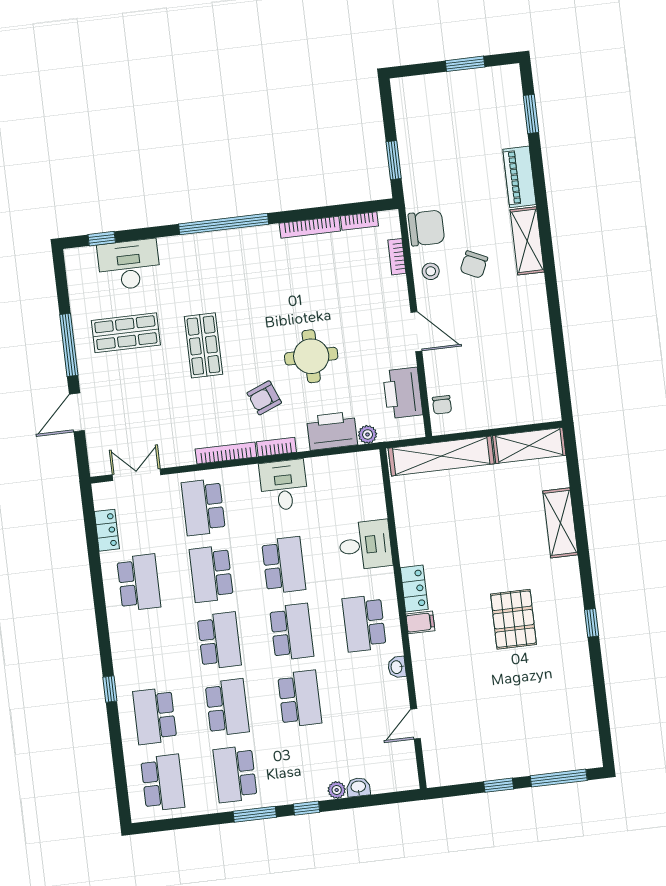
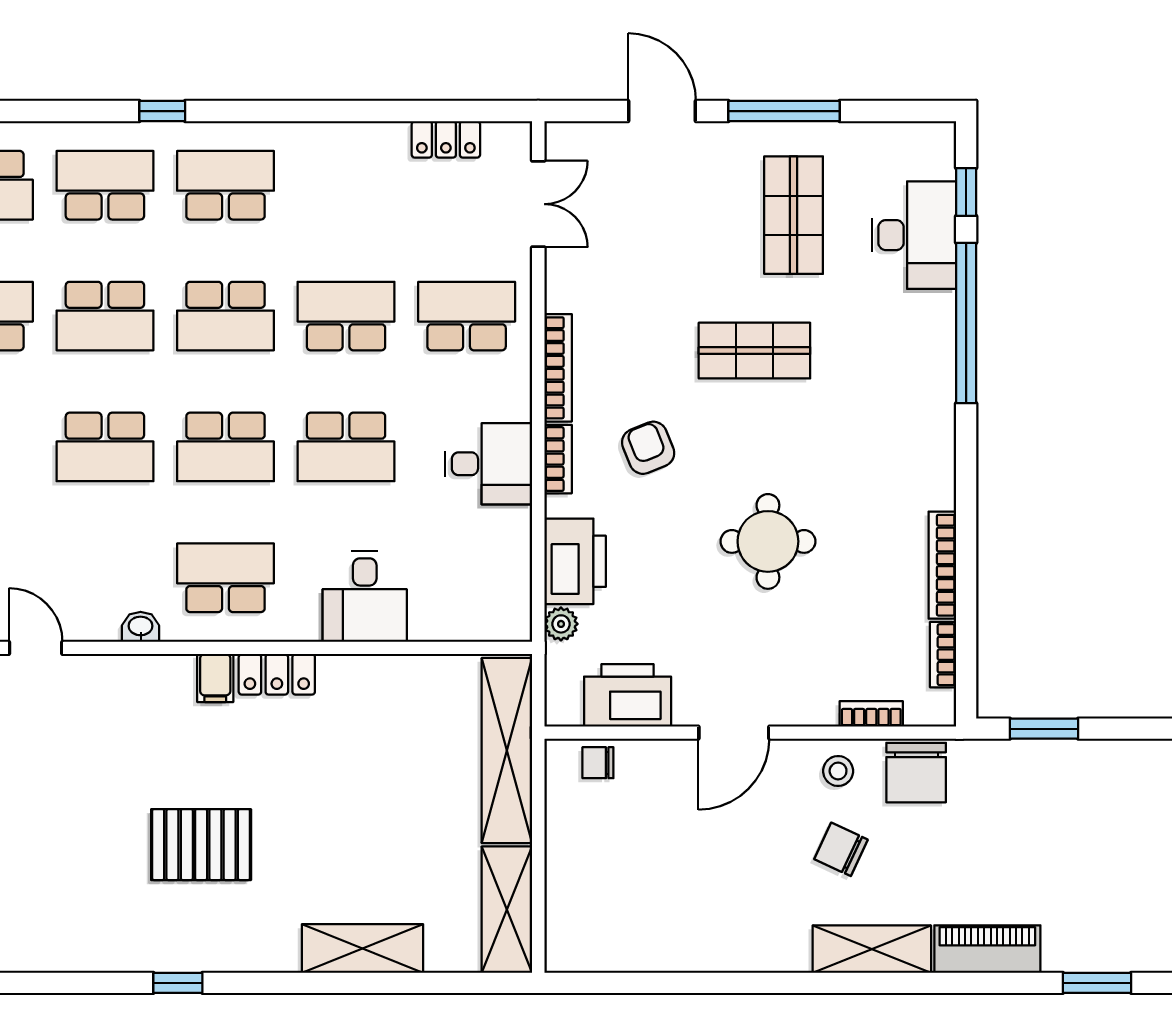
window: (224, 224) -> (966, 323), moved
round table: (311, 356) -> (768, 541), moved
school desk: (139, 582) -> (225, 185), moved, turned 180

